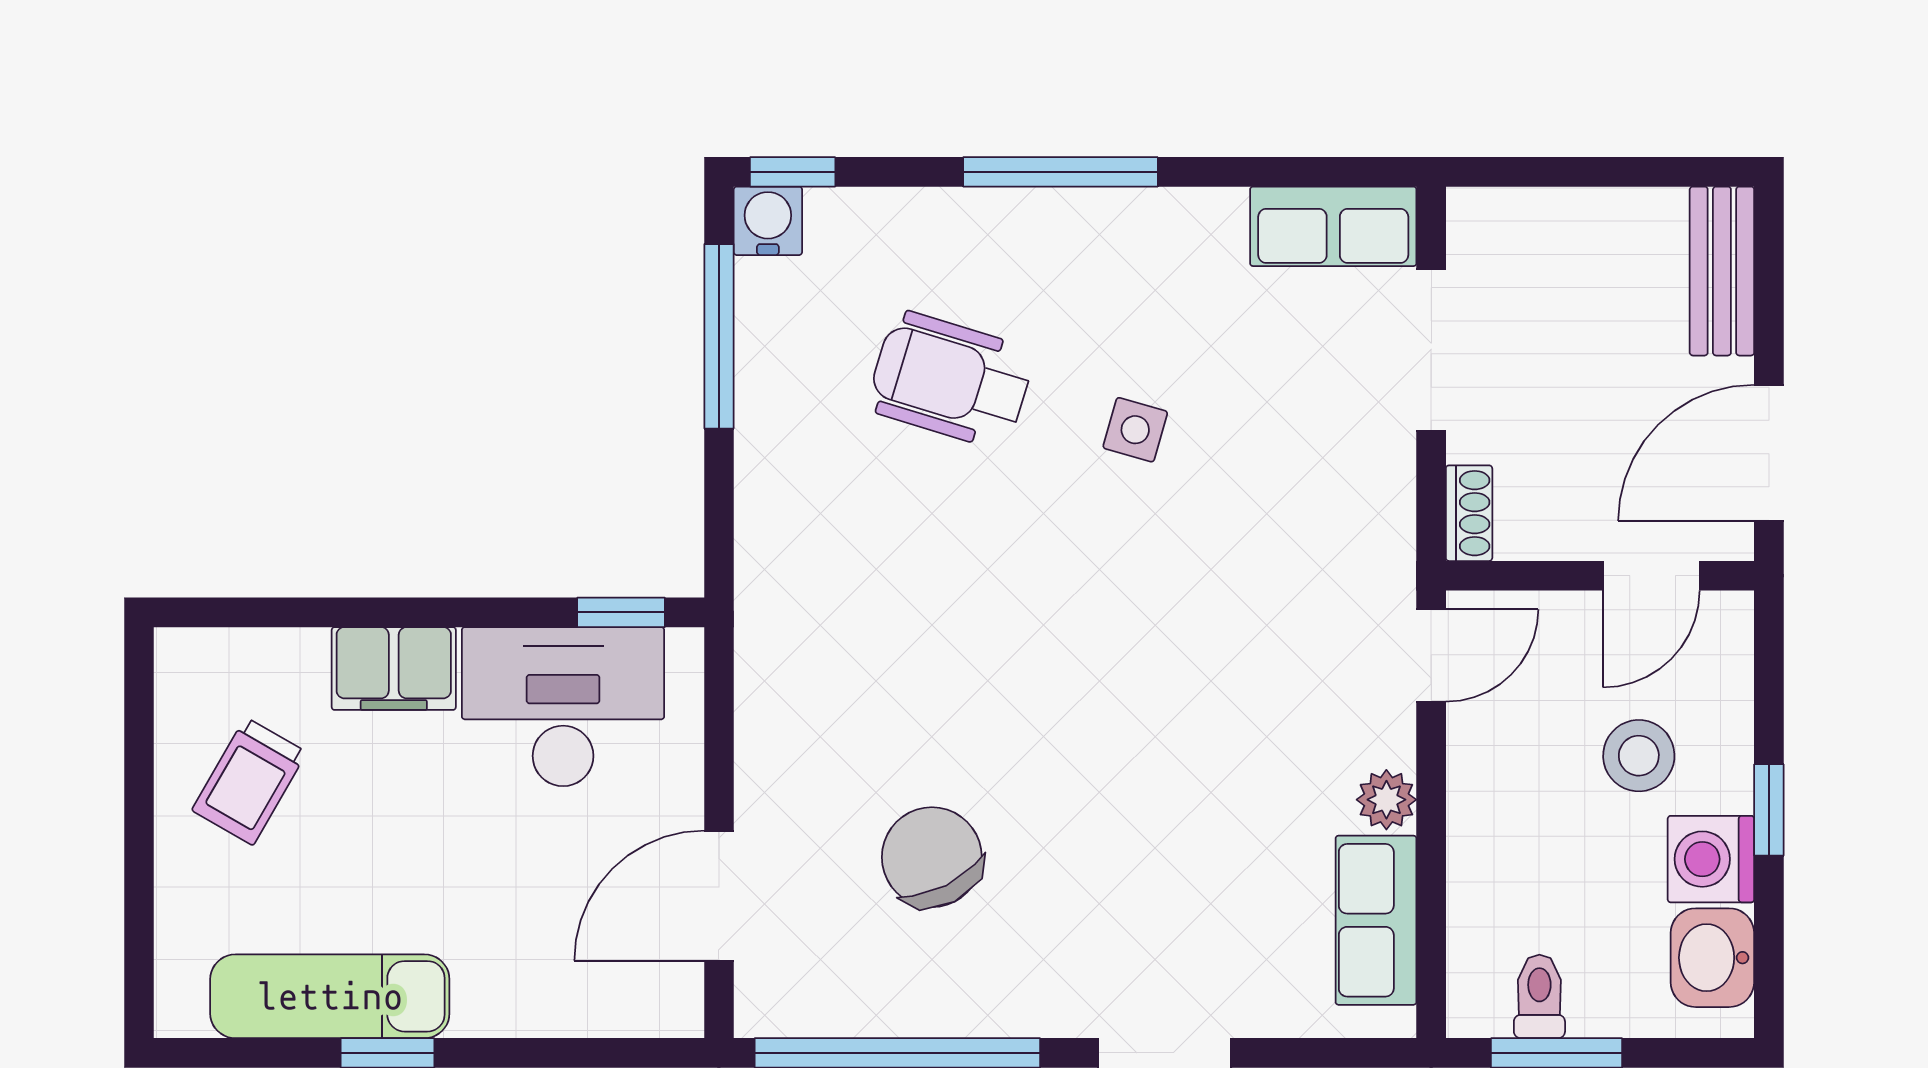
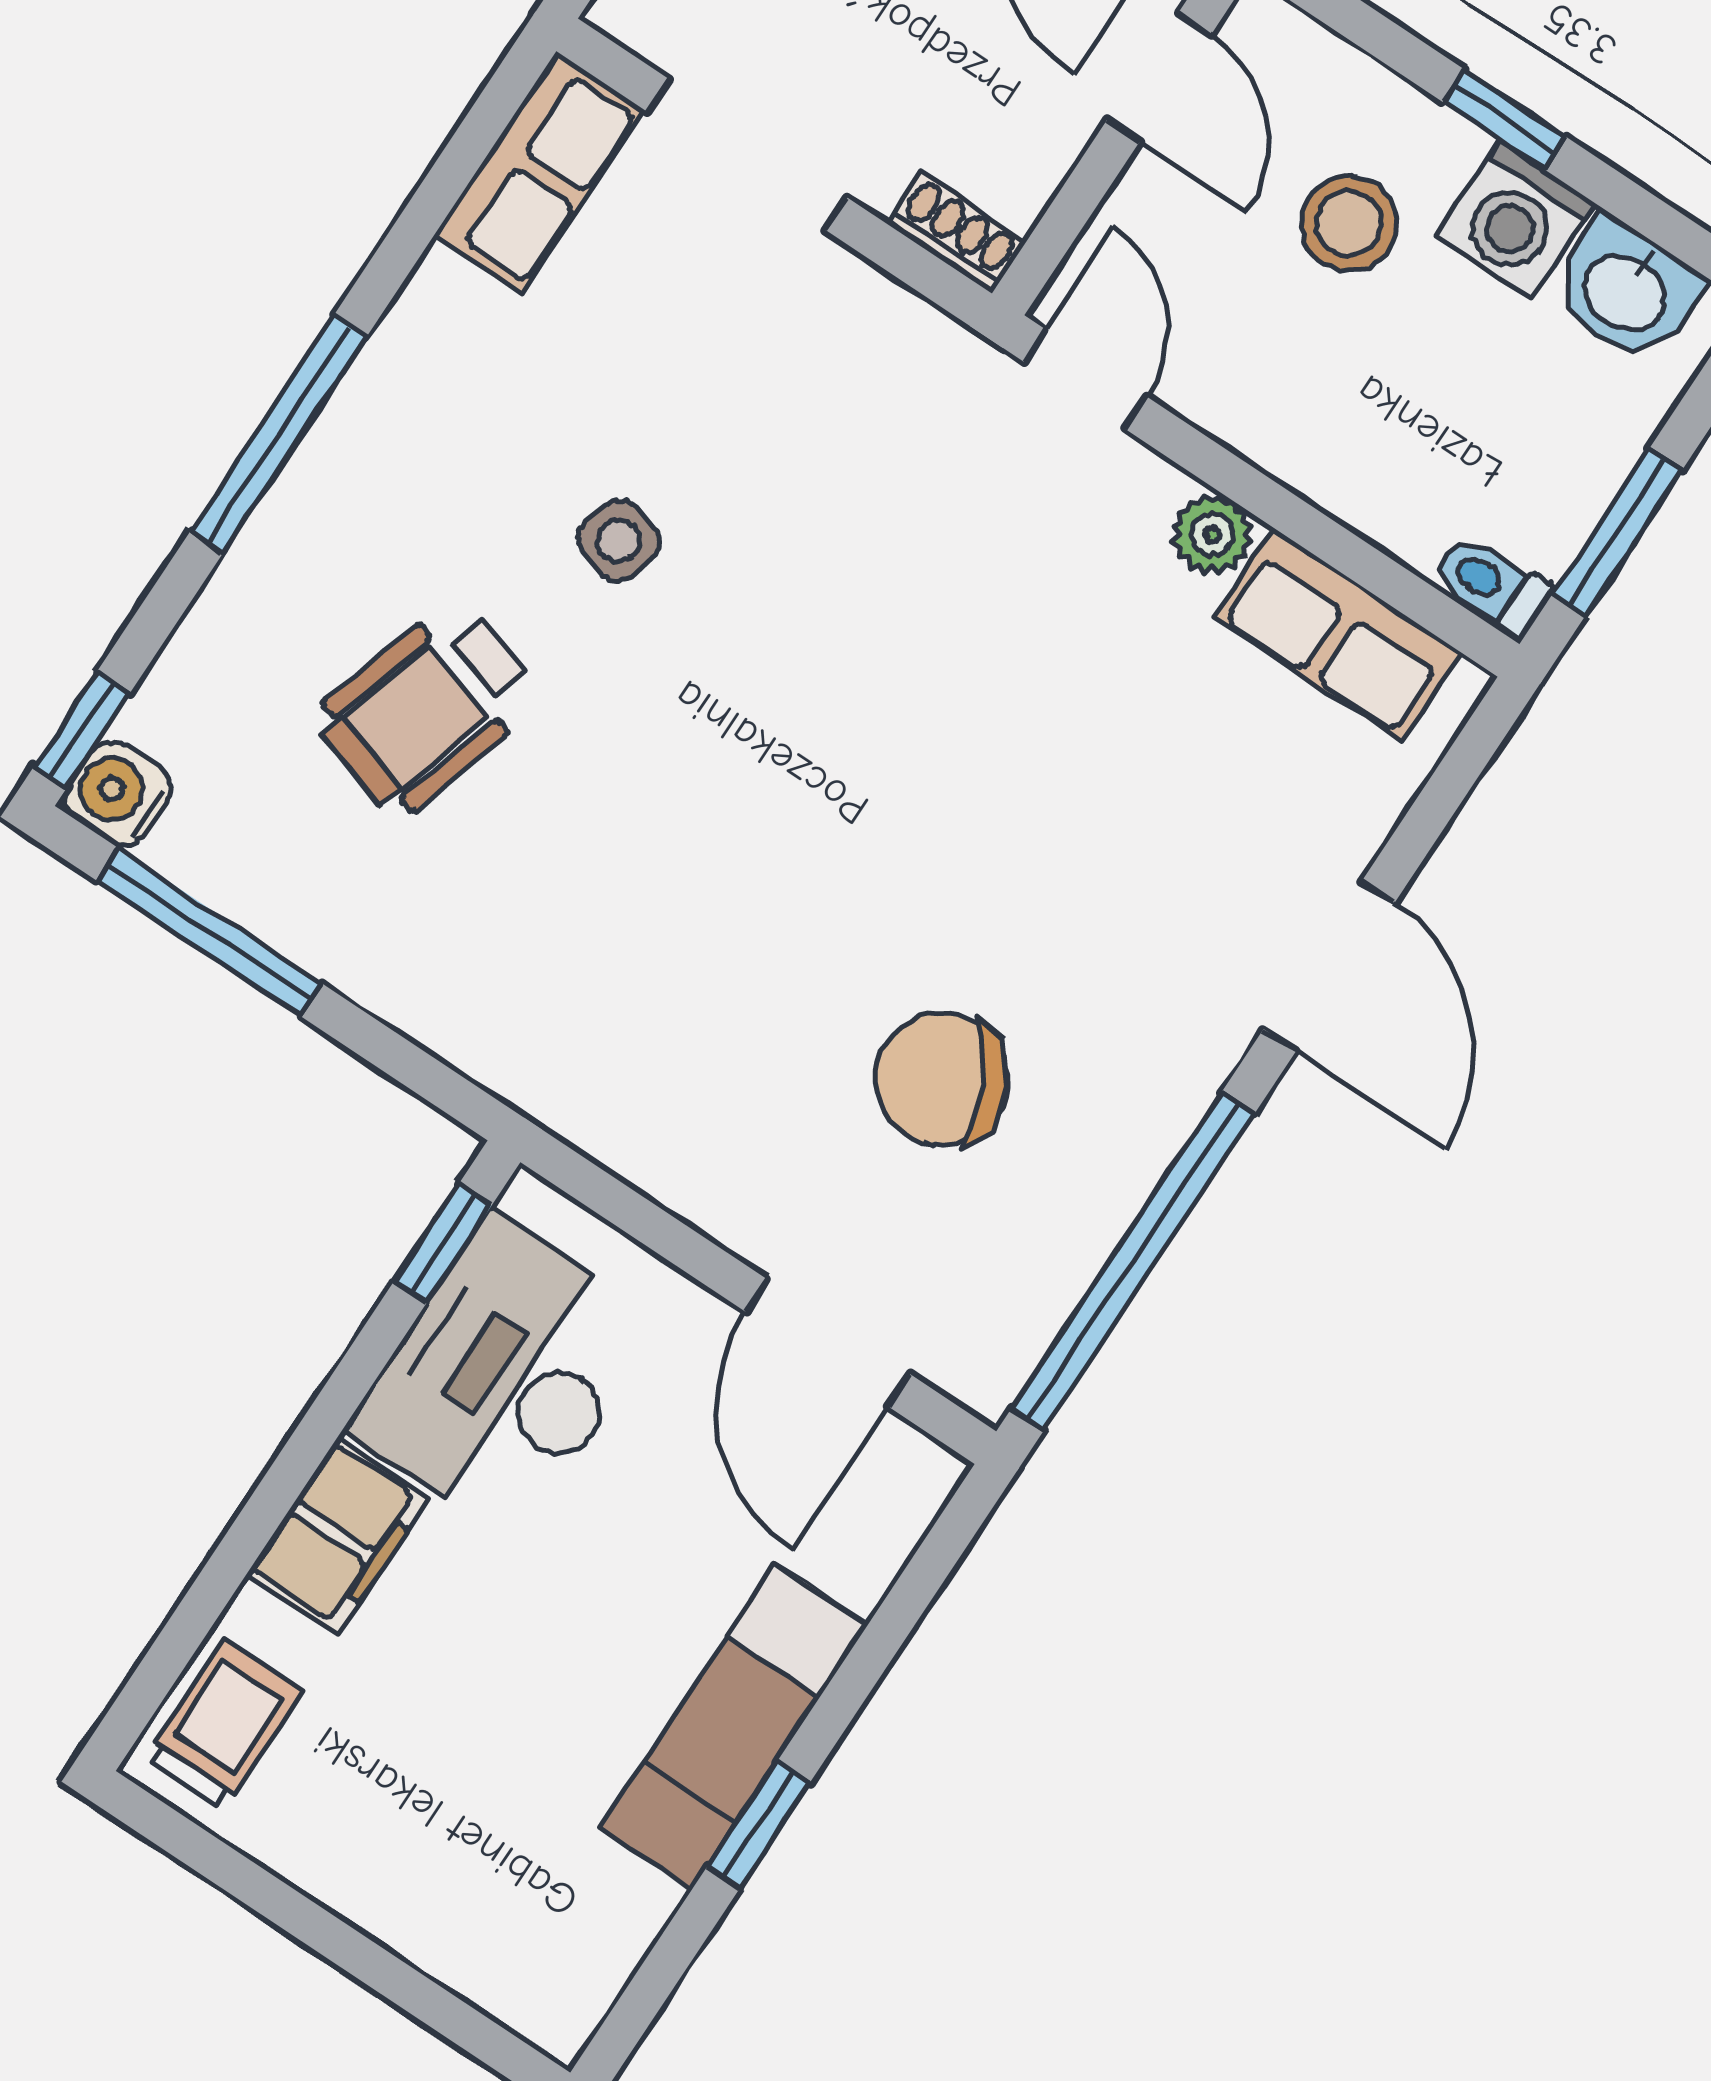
trolley: (249, 781) -> (223, 1725), moved, turned -120
exam couch: (330, 996) -> (734, 1726), moved
toilet: (1539, 996) -> (1492, 585), moved

